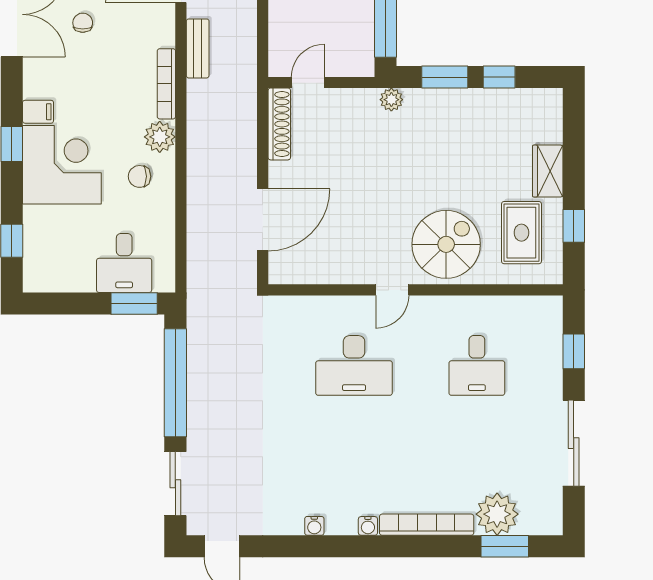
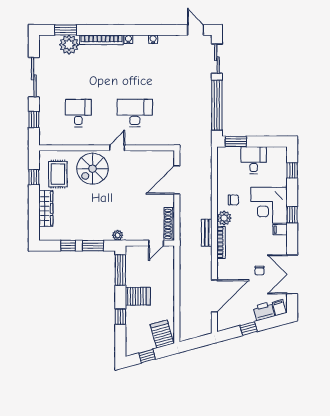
bench: (198, 48) -> (207, 233), moved
wardrobe: (548, 171) -> (46, 208), width x1.50
desk: (124, 263) -> (254, 160), moved

